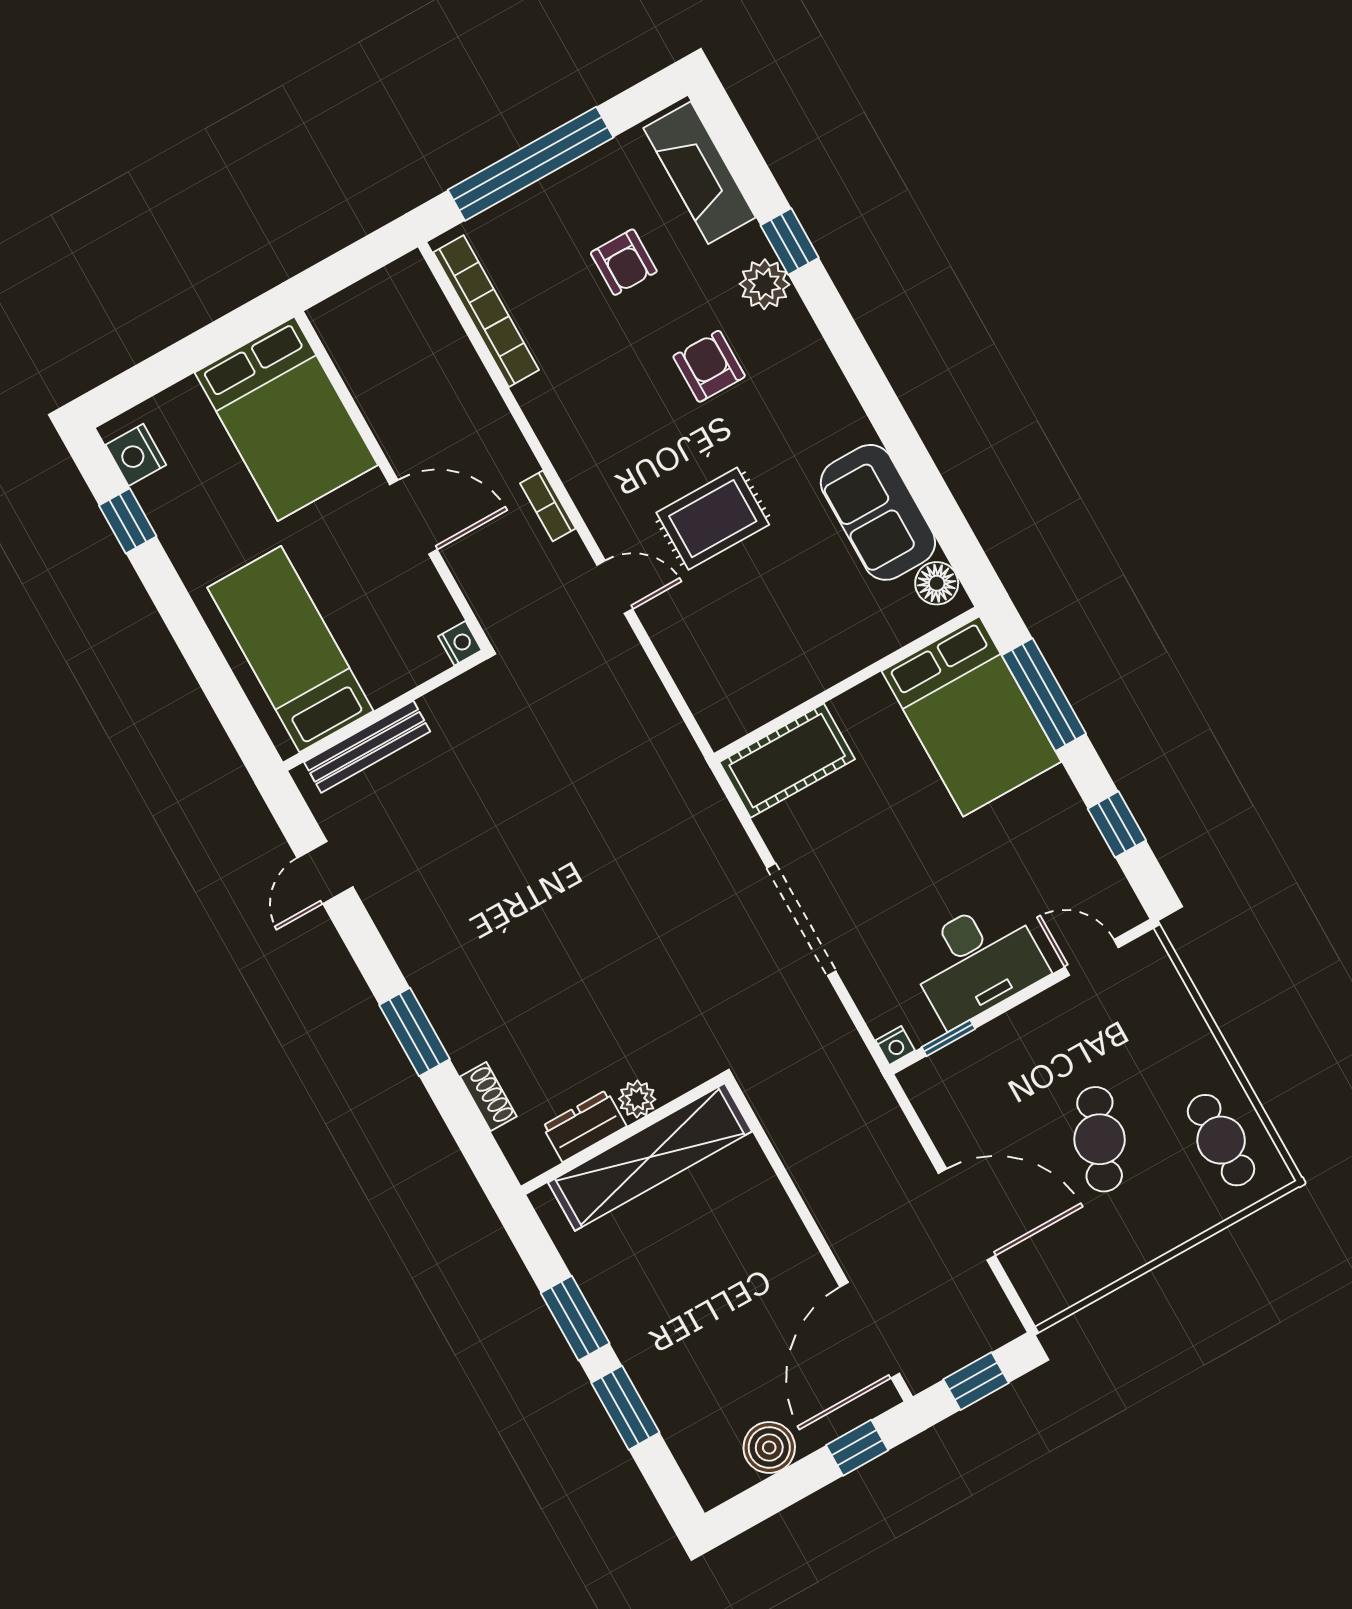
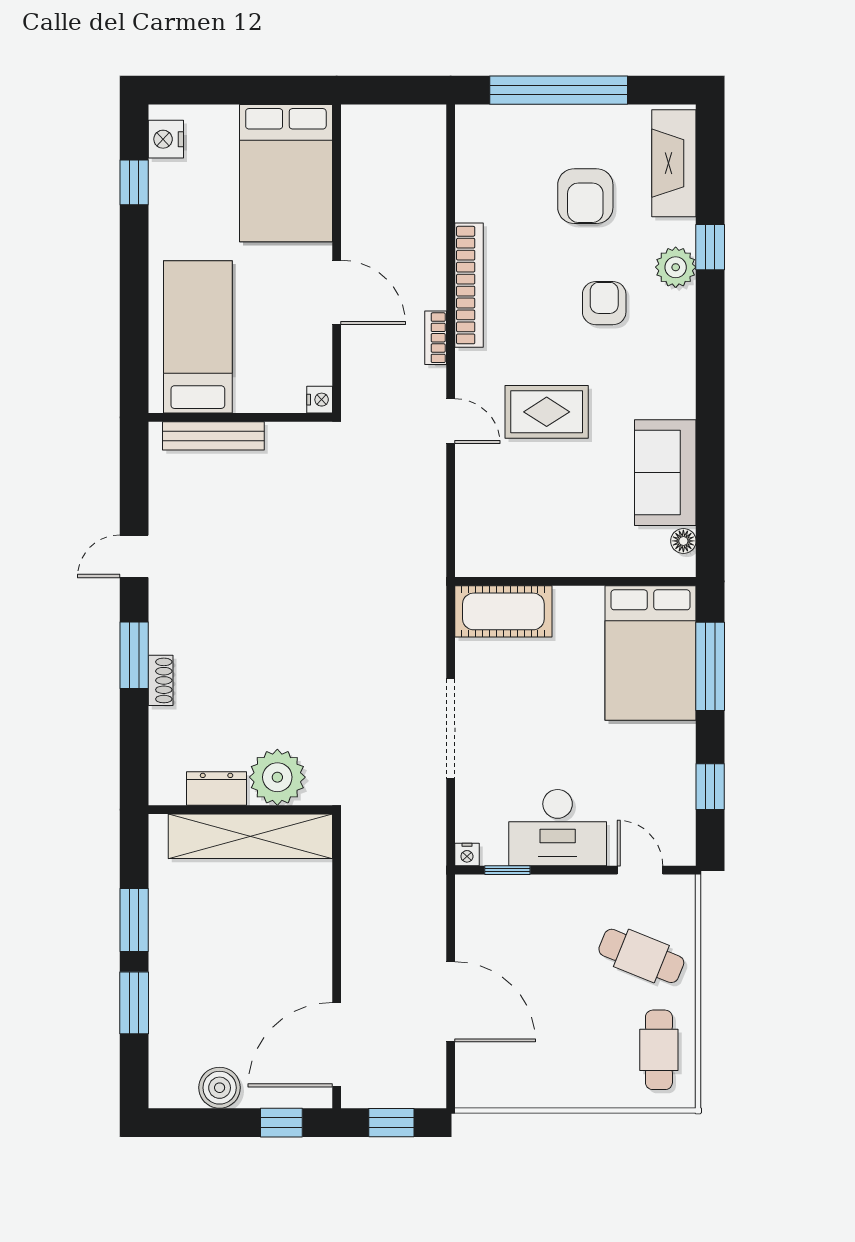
armchair: (624, 262) -> (585, 196), width x1.38, depth x1.38
bookcase: (486, 311) -> (469, 285), moved
floor lamp: (937, 583) -> (683, 541), width x0.73, depth x0.73
door: (325, 872) -> (134, 556), moved
shoe rack: (488, 1096) -> (161, 680), moved
plant: (637, 1099) -> (277, 777), width x1.88, depth x1.88
cafe table: (1100, 1139) -> (641, 956), moved, turned 90

